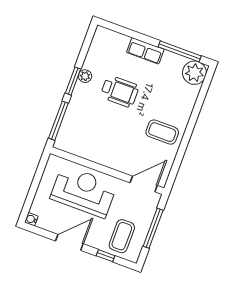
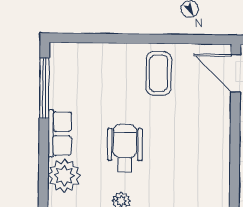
plant: (194, 73) -> (64, 176), moved

